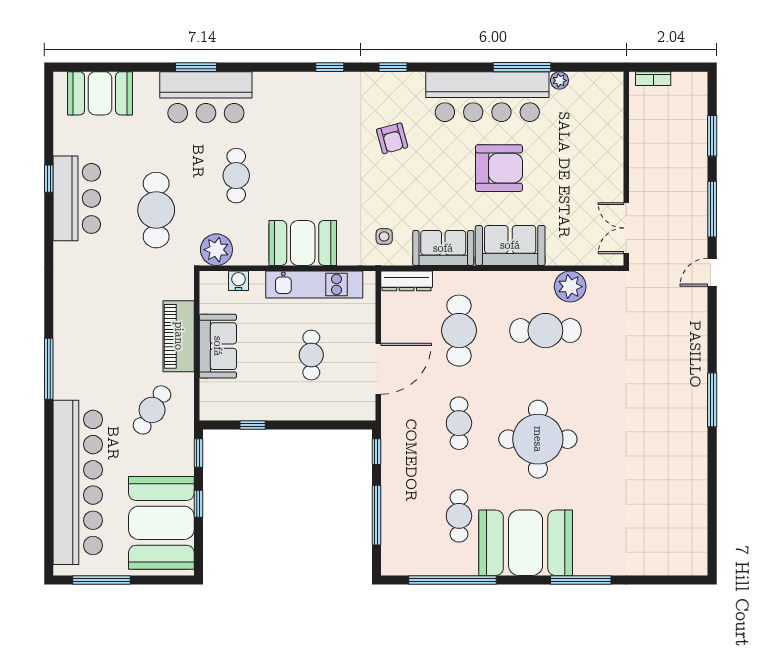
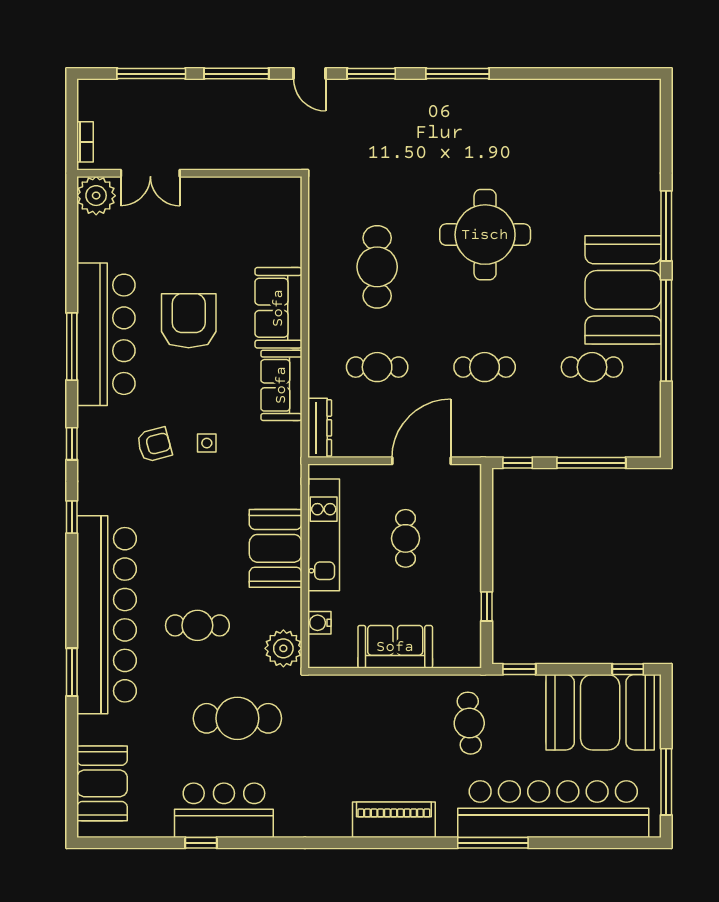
window: (522, 67) -> (72, 346), moved
plant: (559, 80) -> (96, 196), moved, width x1.87, depth x1.87
bar counter: (206, 97) -> (107, 615), width x1.86
window: (712, 136) -> (151, 74), width x1.44
double door: (626, 228) -> (150, 173), moved
side table: (384, 236) -> (207, 443), moved
plant: (570, 287) -> (326, 238), removed
window: (712, 325) -> (371, 74), added
cafe table: (459, 331) -> (377, 367), width x0.73, depth x0.74
piano: (179, 336) -> (394, 820), moved, turned 180
cafe table: (311, 355) -> (406, 538), turned 90
window: (49, 369) -> (493, 843), moved
door: (378, 369) -> (421, 461), hinge flipped
cafe table: (152, 410) -> (469, 723), turned 54
round table: (538, 439) -> (485, 235), moved
window: (198, 504) -> (628, 669), moved
window: (452, 580) -> (666, 331), moved

